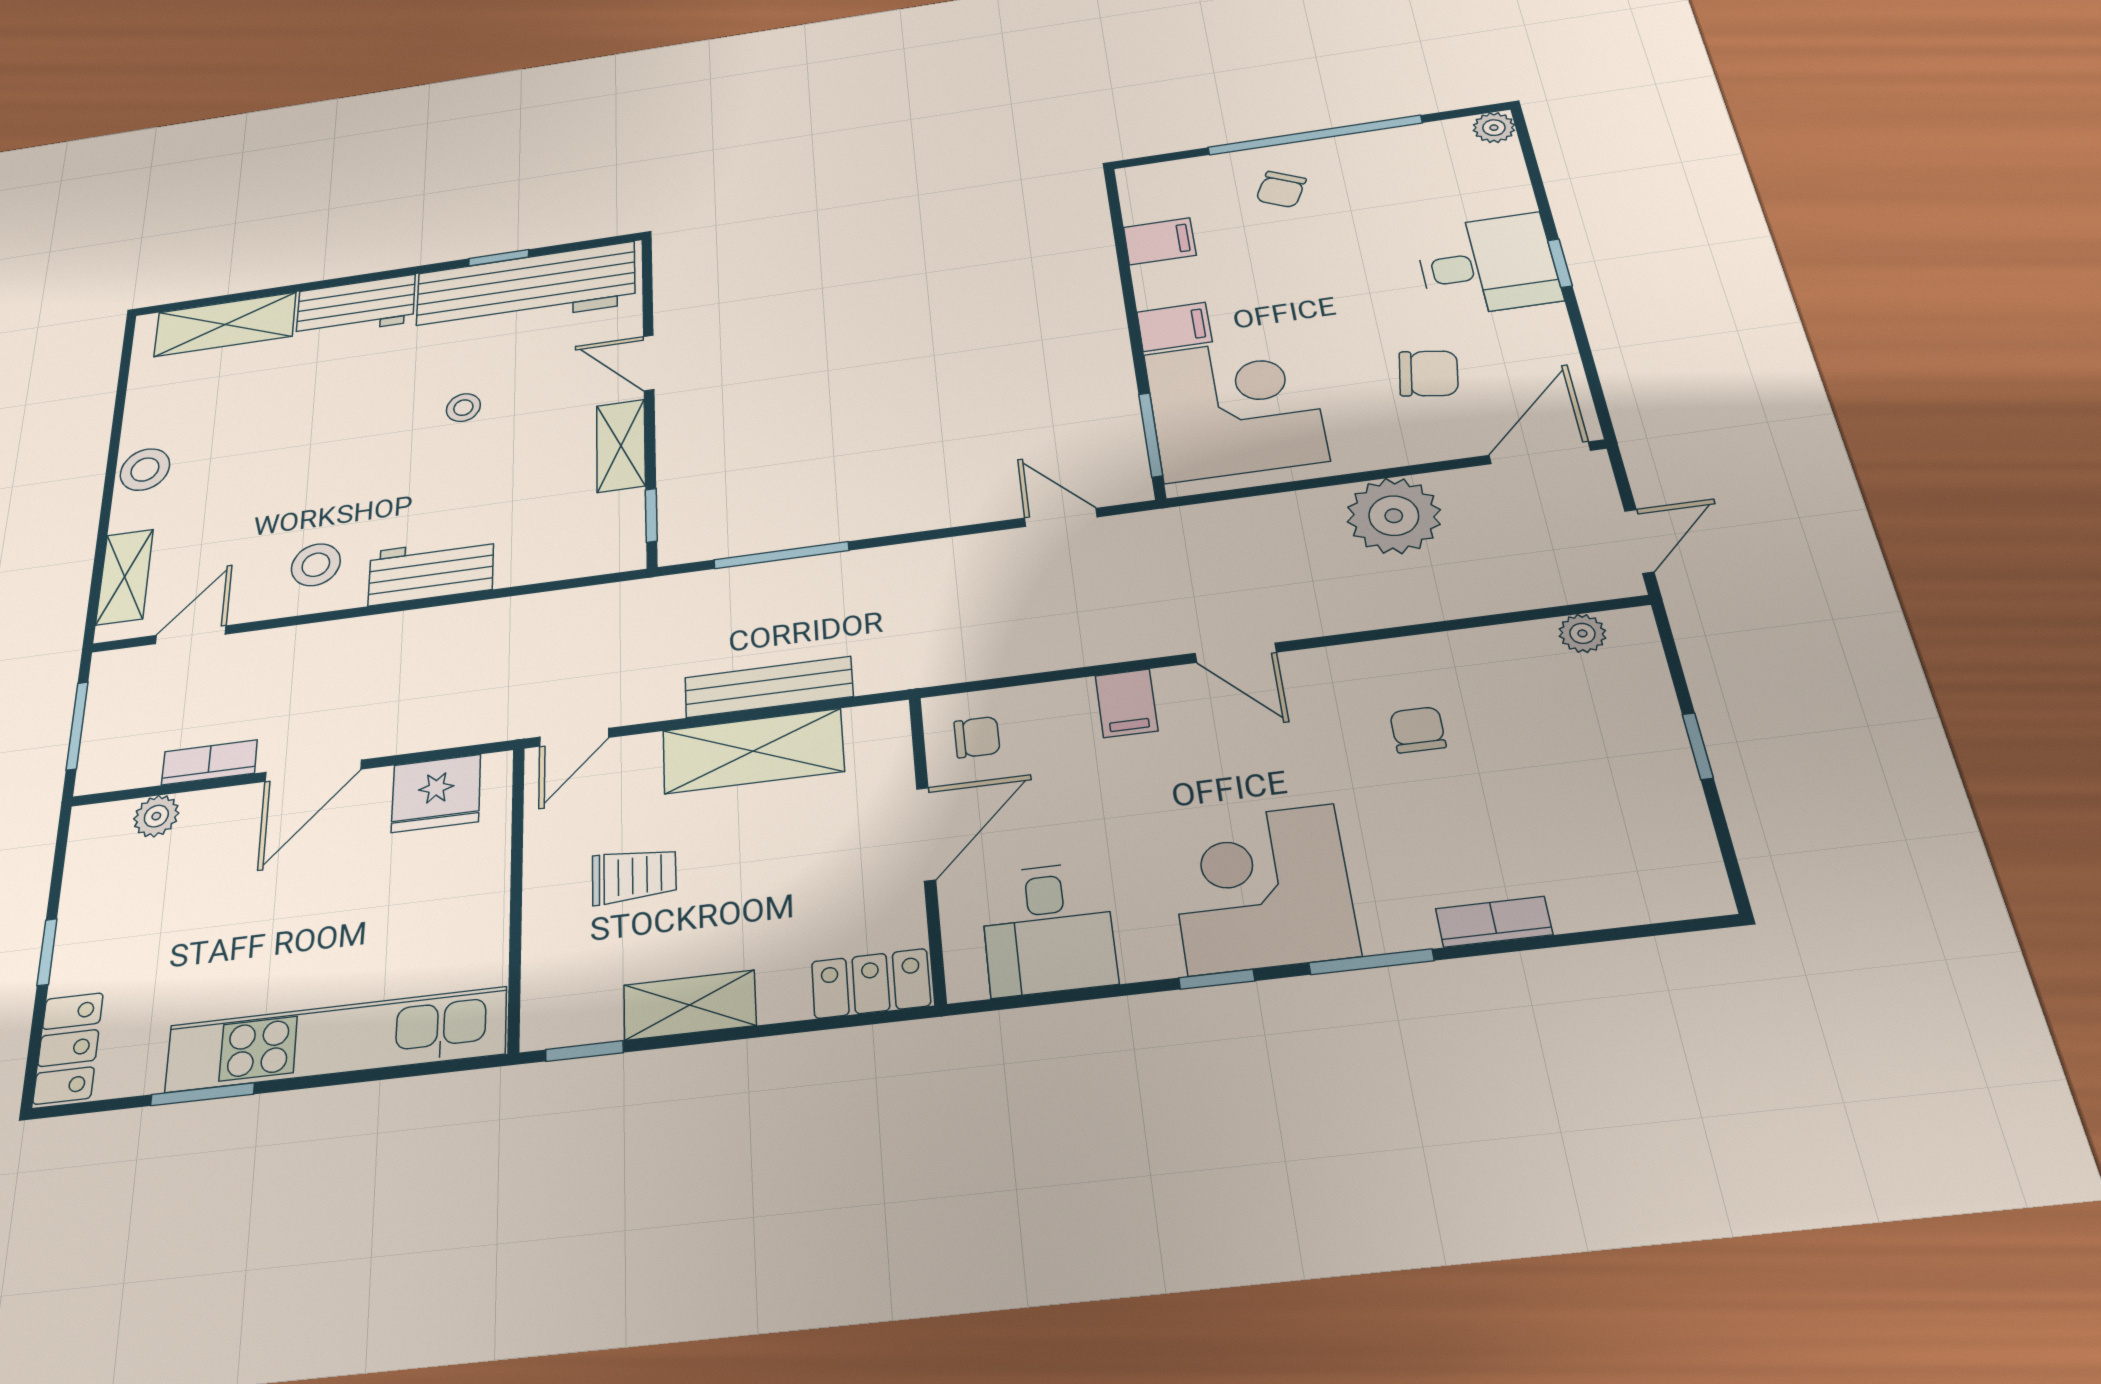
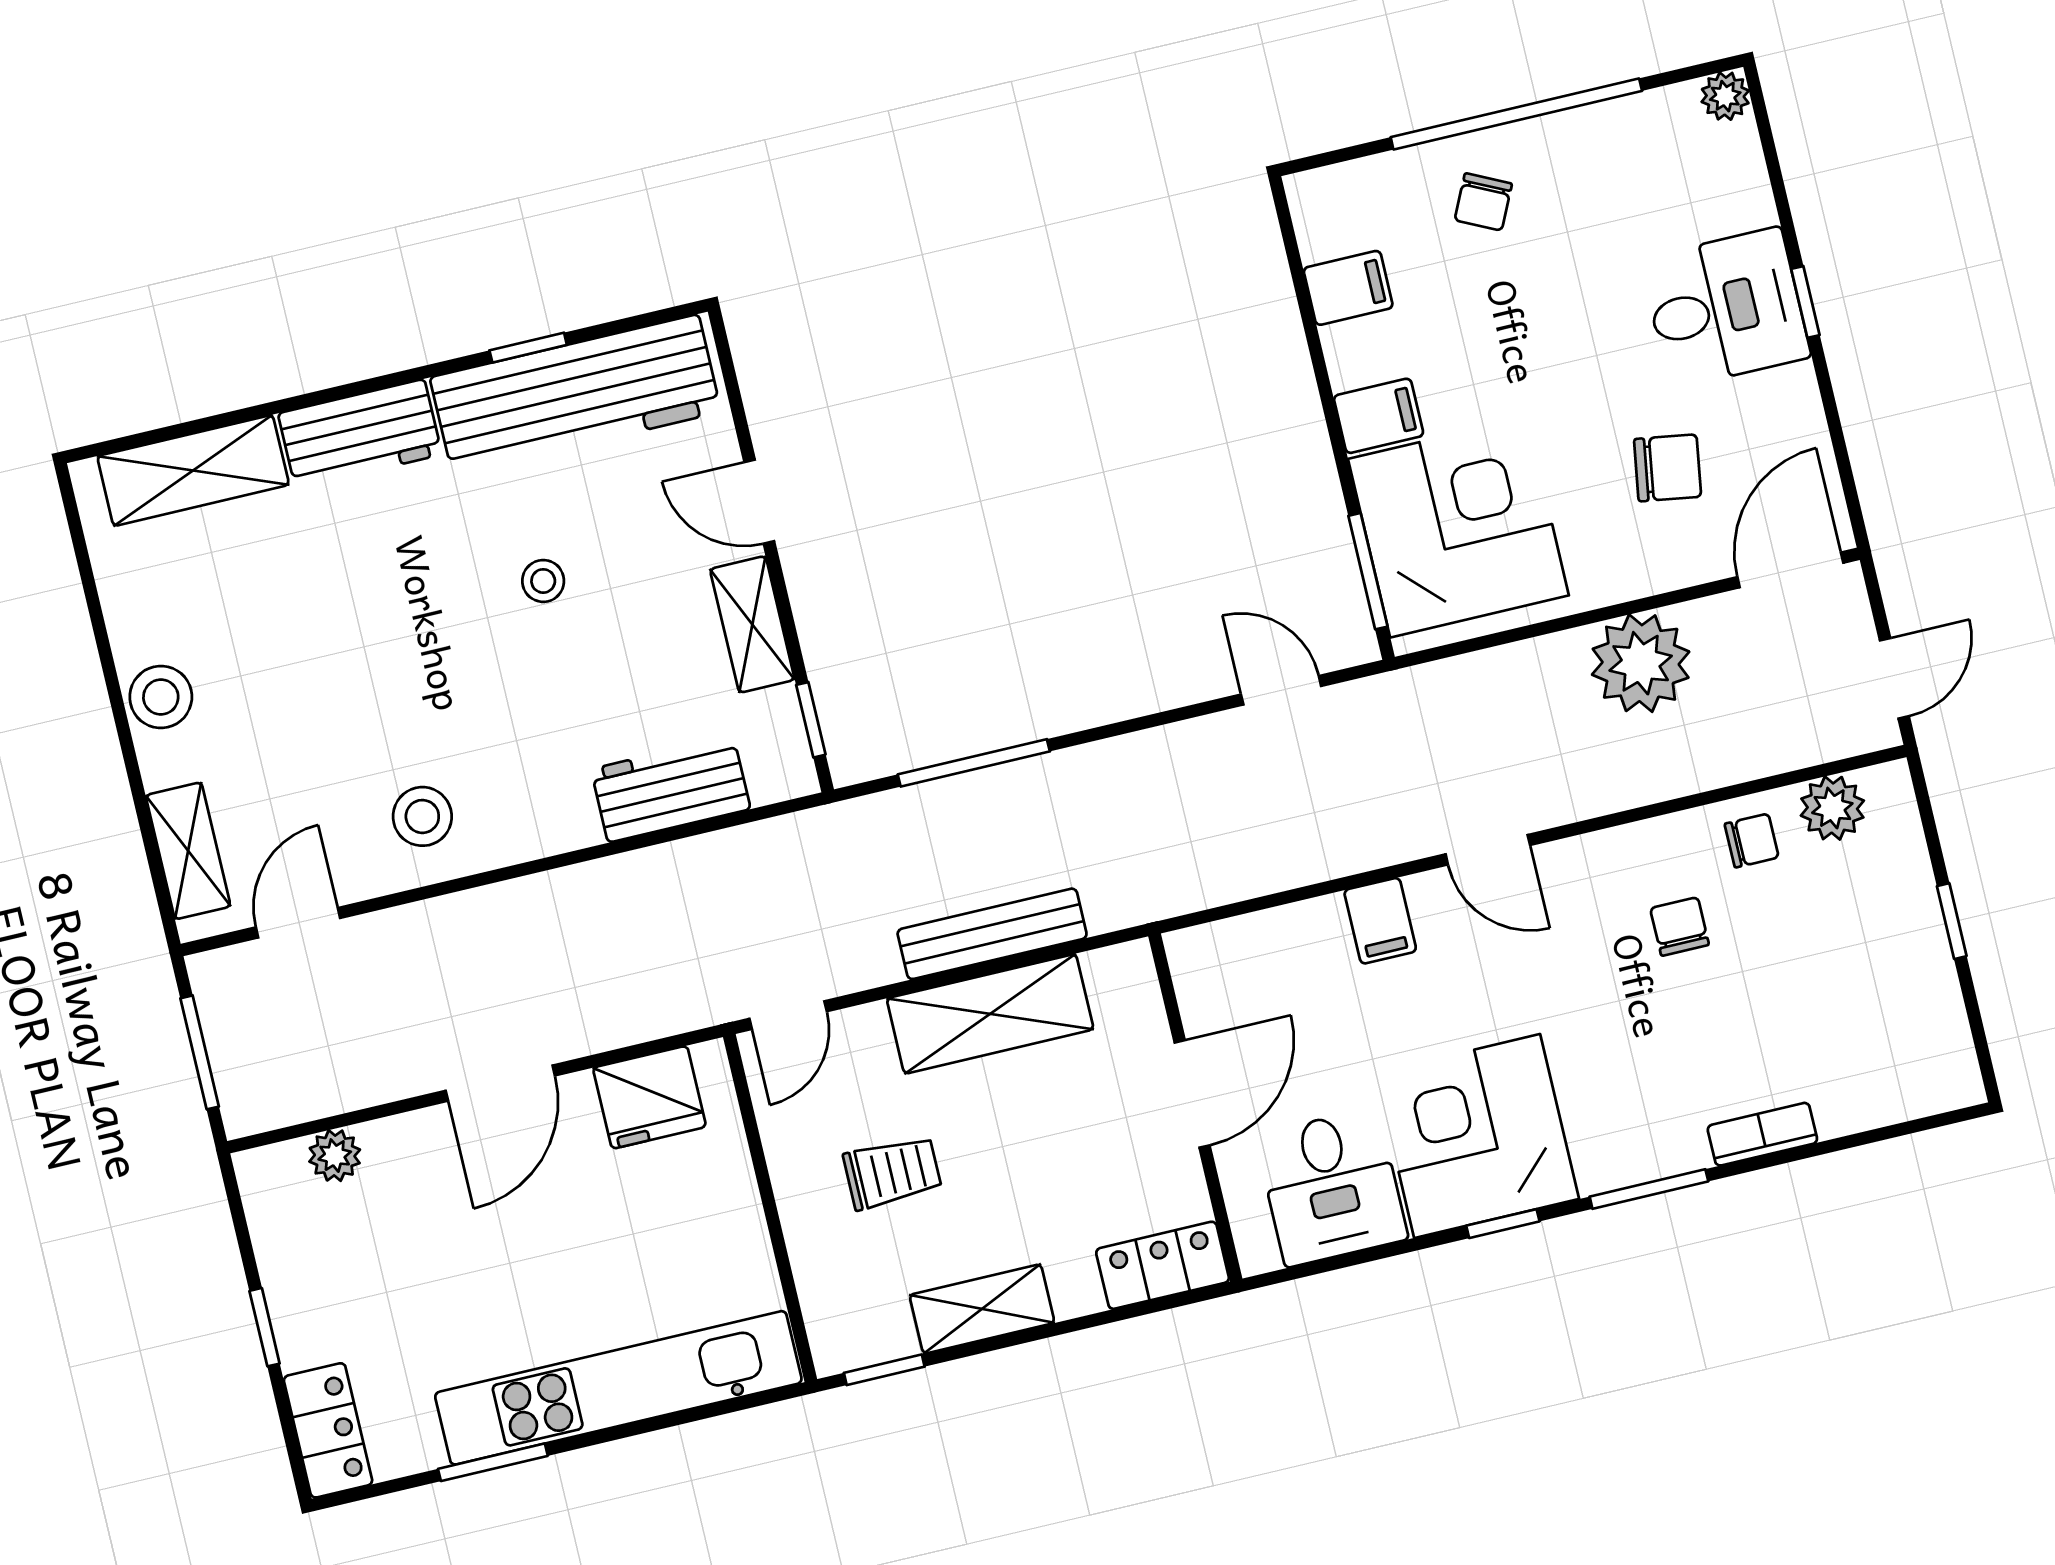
workbench: (431, 571) -> (671, 789), moved
plant: (1582, 633) -> (1832, 808), width x1.38, depth x1.38
chair: (977, 737) -> (1752, 841), moved
bookcase: (209, 762) -> (375, 1084), removed
corner desk: (1262, 889) -> (1477, 1136), moved

